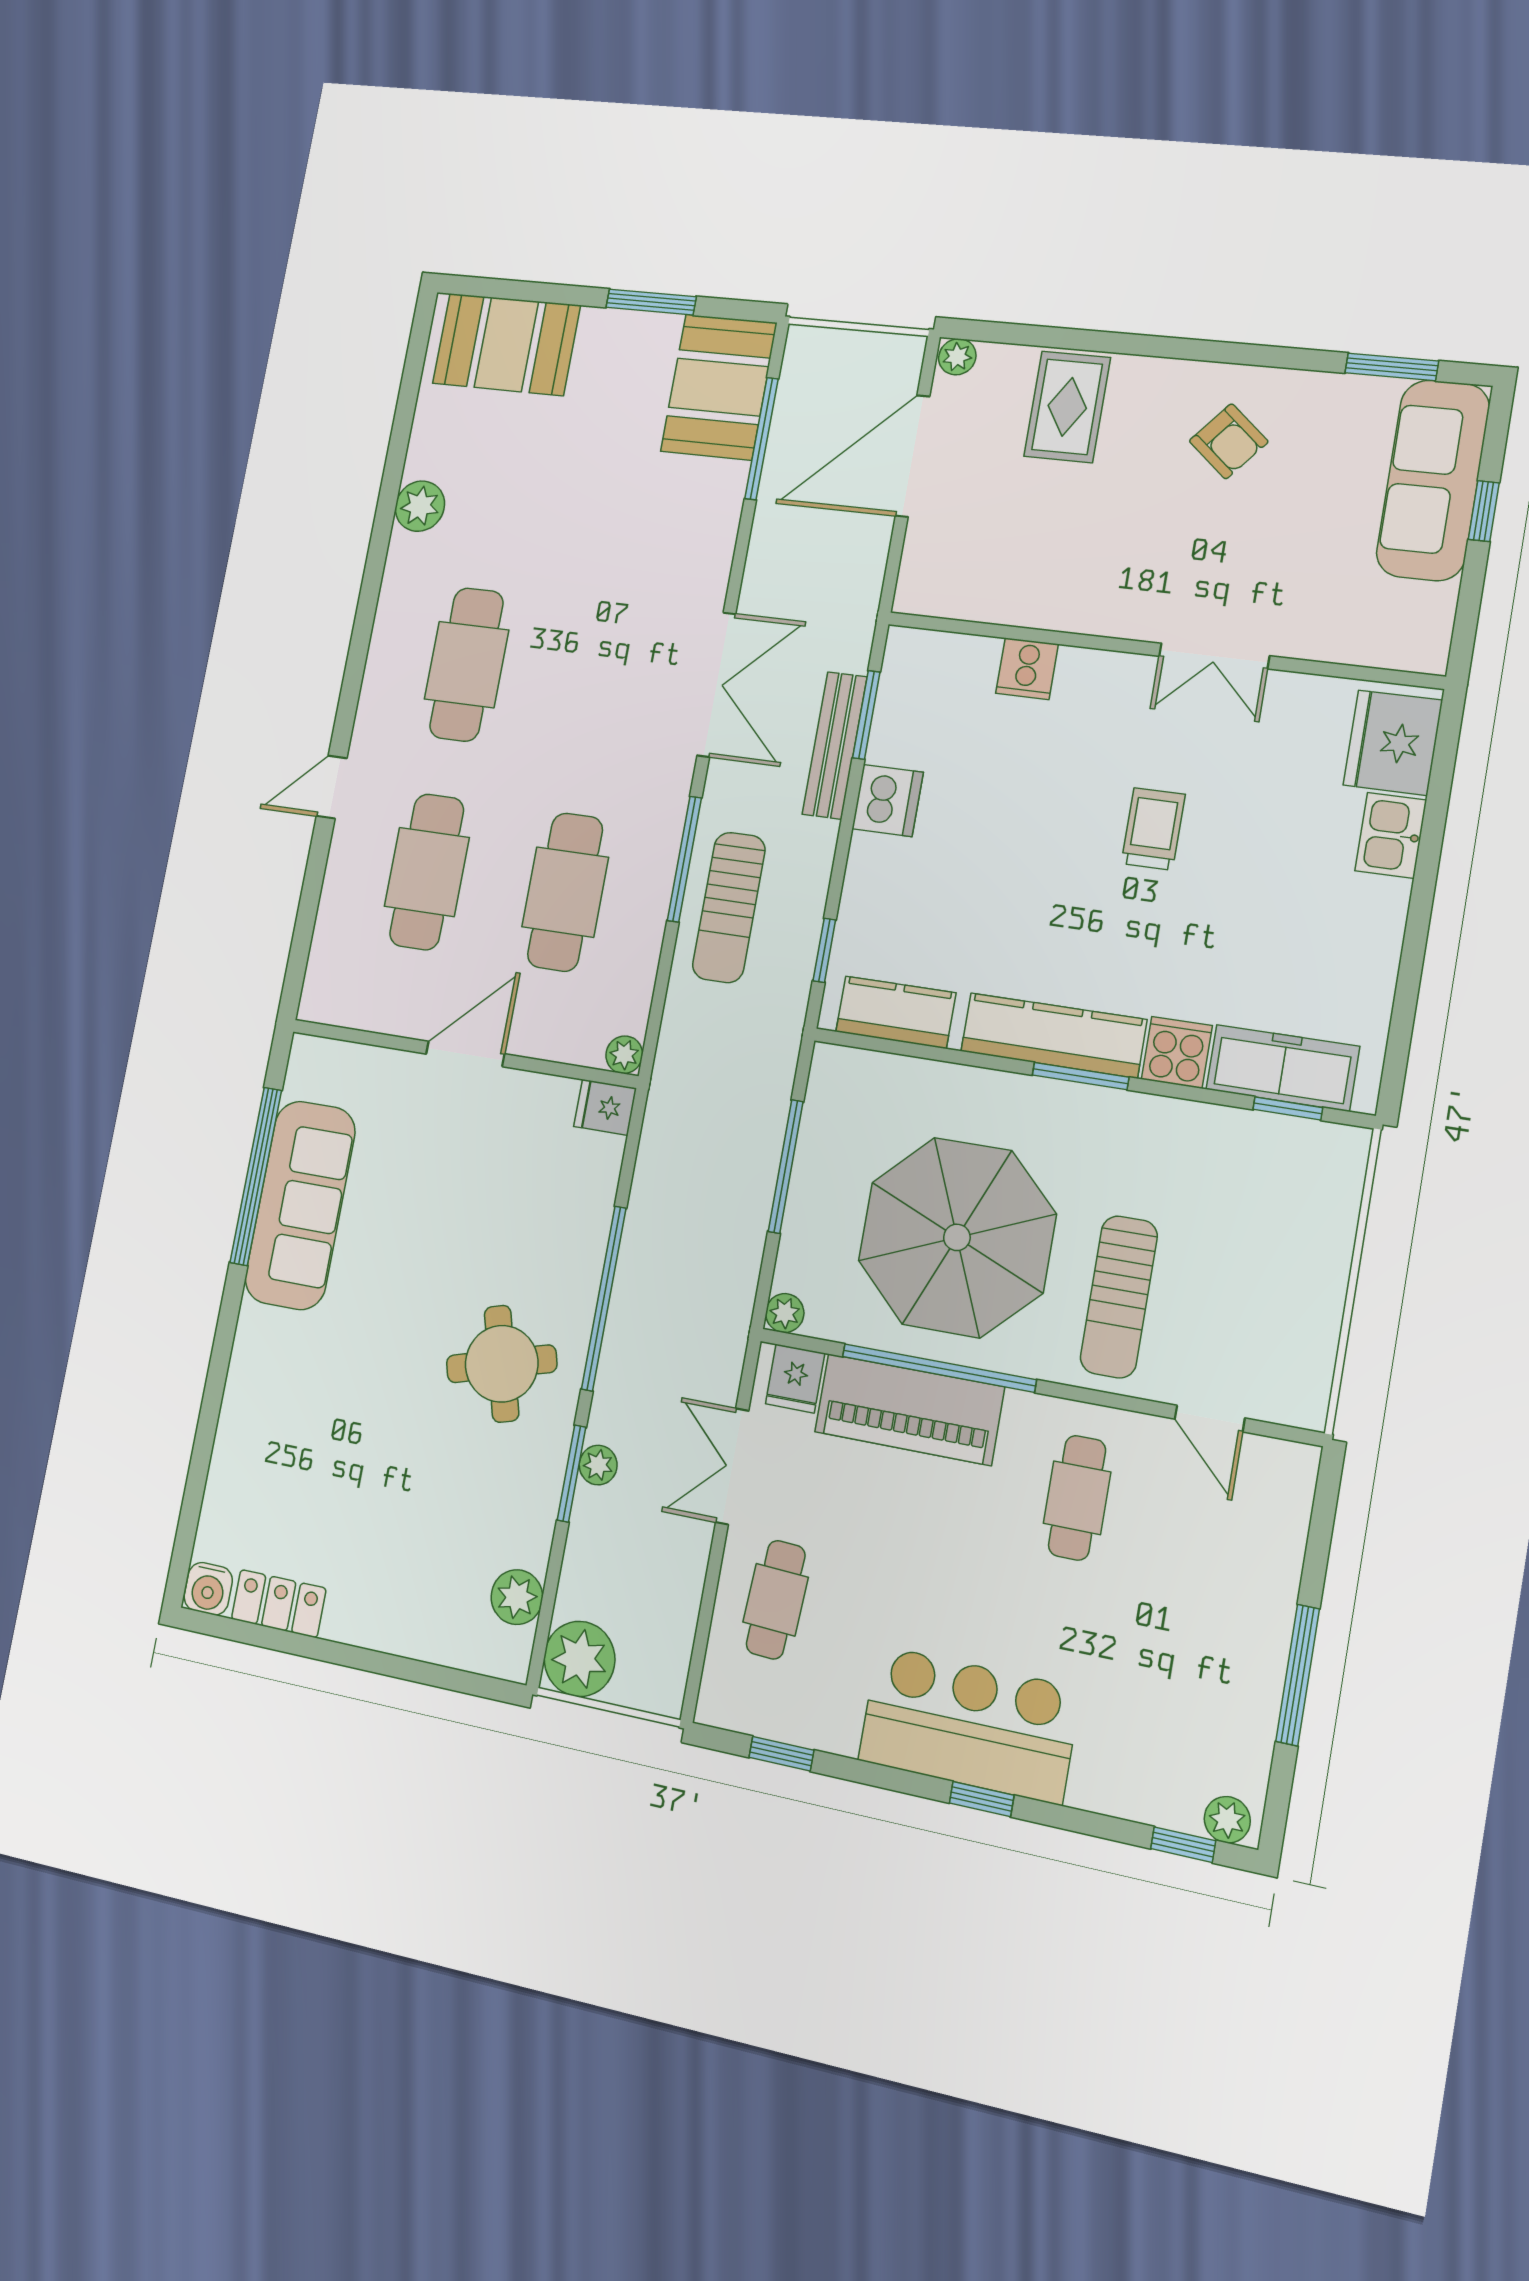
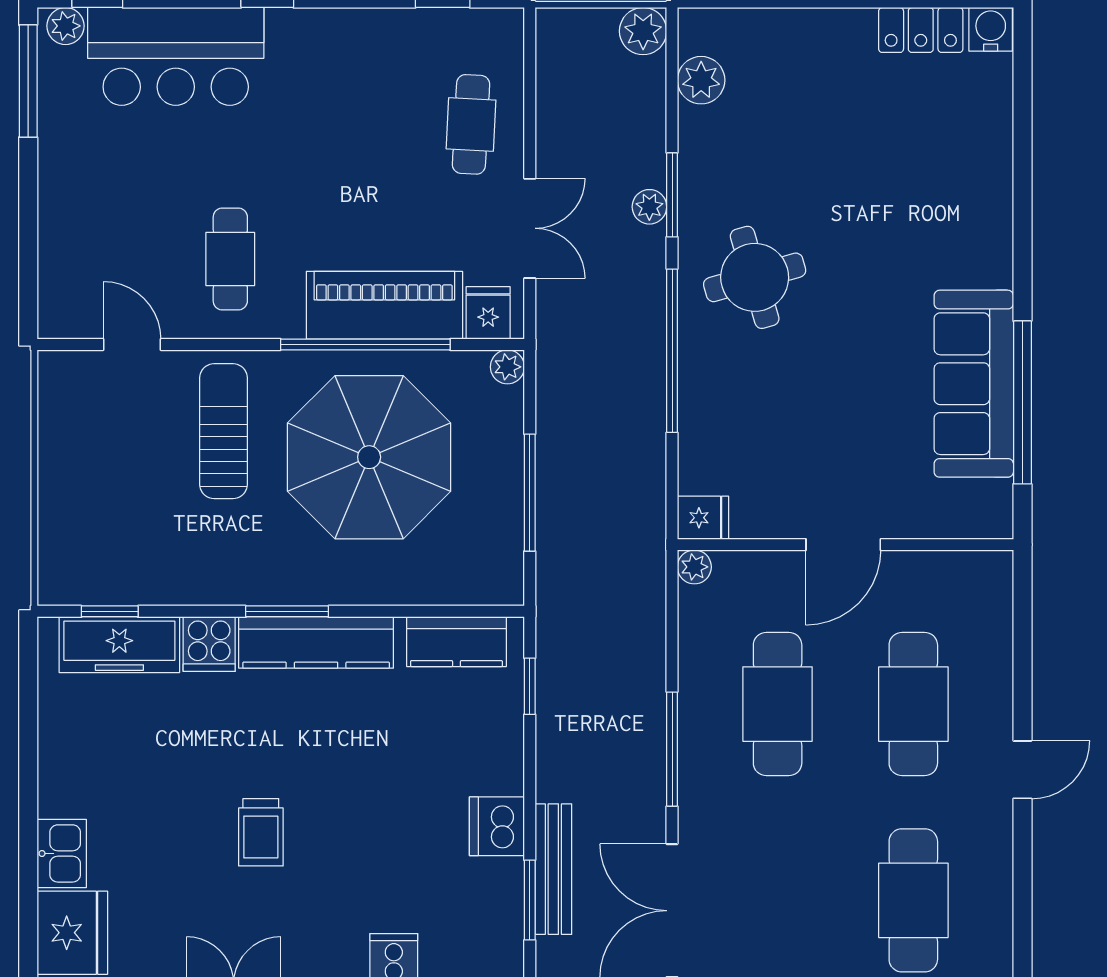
sun lounger: (729, 907) -> (623, 712), removed
plant: (579, 1659) -> (643, 31), width x0.73, depth x0.73
window: (1298, 1675) -> (28, 81), moved
bar counter: (969, 1724) -> (176, 56), moved

